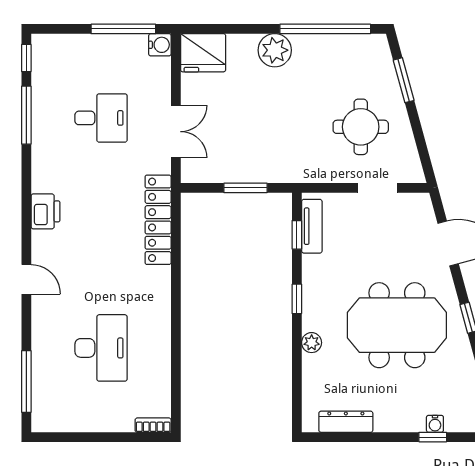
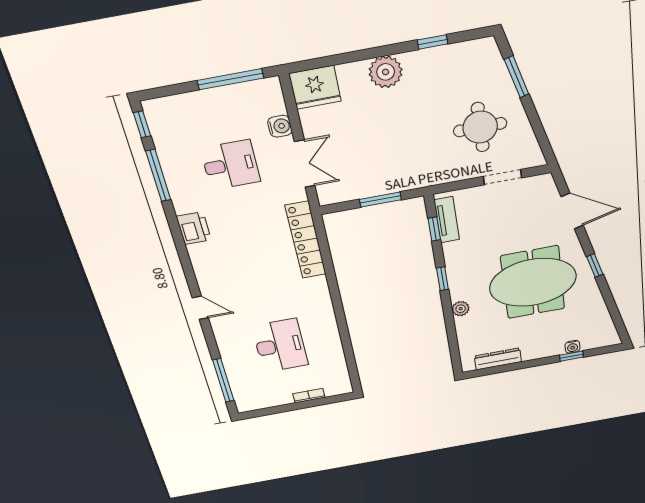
window: (325, 29) -> (432, 42), width x0.32
water cooler: (160, 45) -> (280, 126), moved
printer: (45, 211) -> (194, 228), moved
bookcase: (153, 425) -> (309, 396), moved

